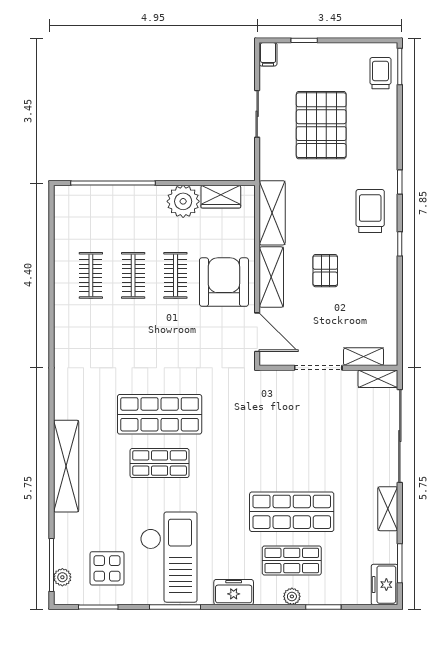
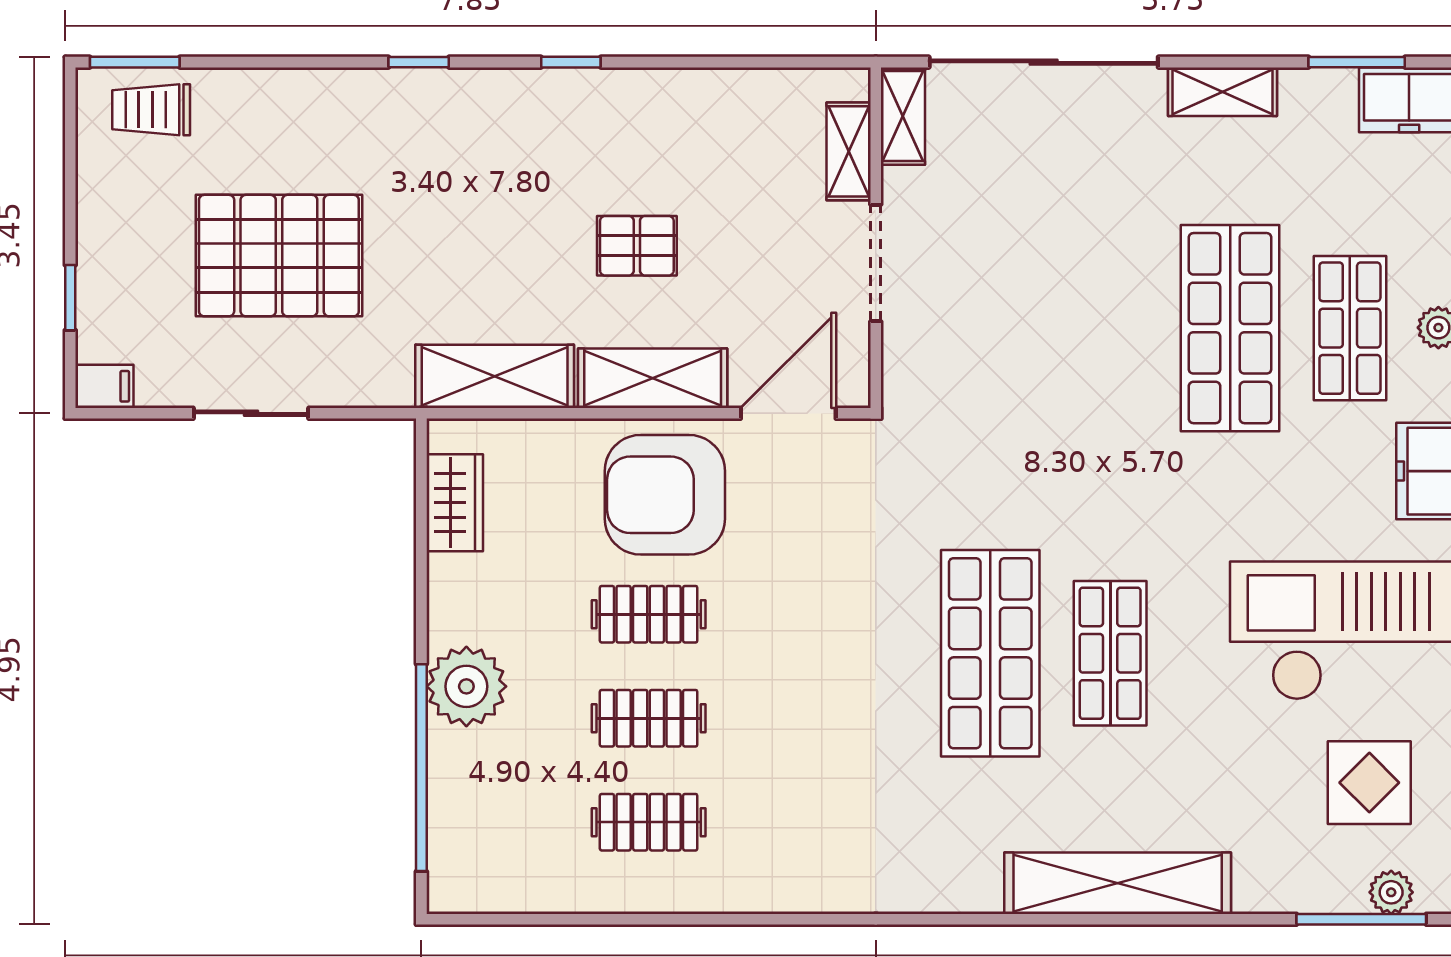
plant: (183, 201) -> (466, 686), moved
trolley: (370, 211) -> (490, 135), removed

